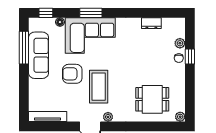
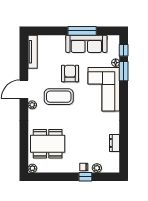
window: (91, 13) -> (124, 71), moved
window: (24, 48) -> (82, 31), moved
dining table: (152, 99) -> (48, 144), width x1.37

